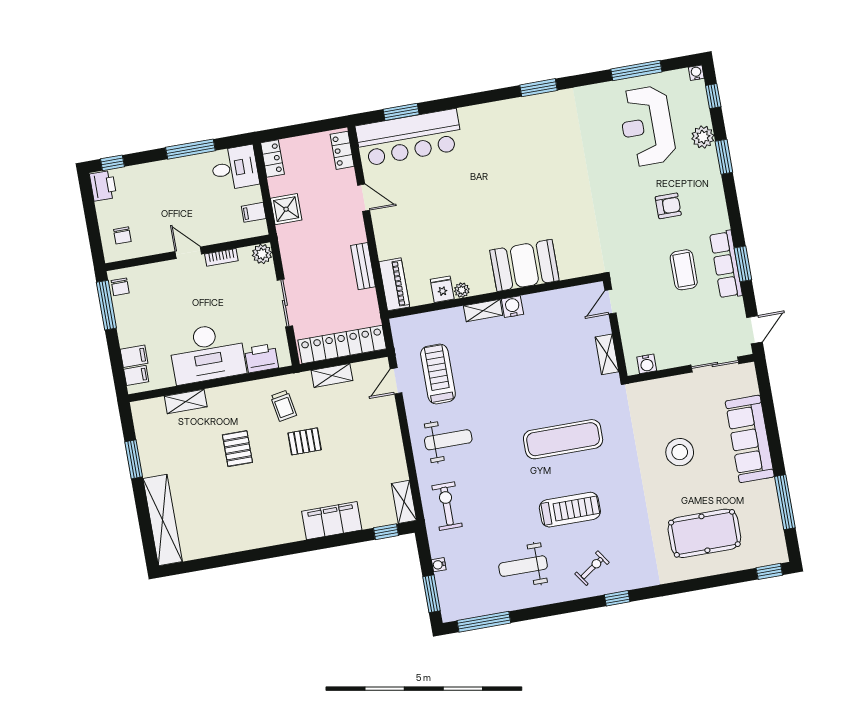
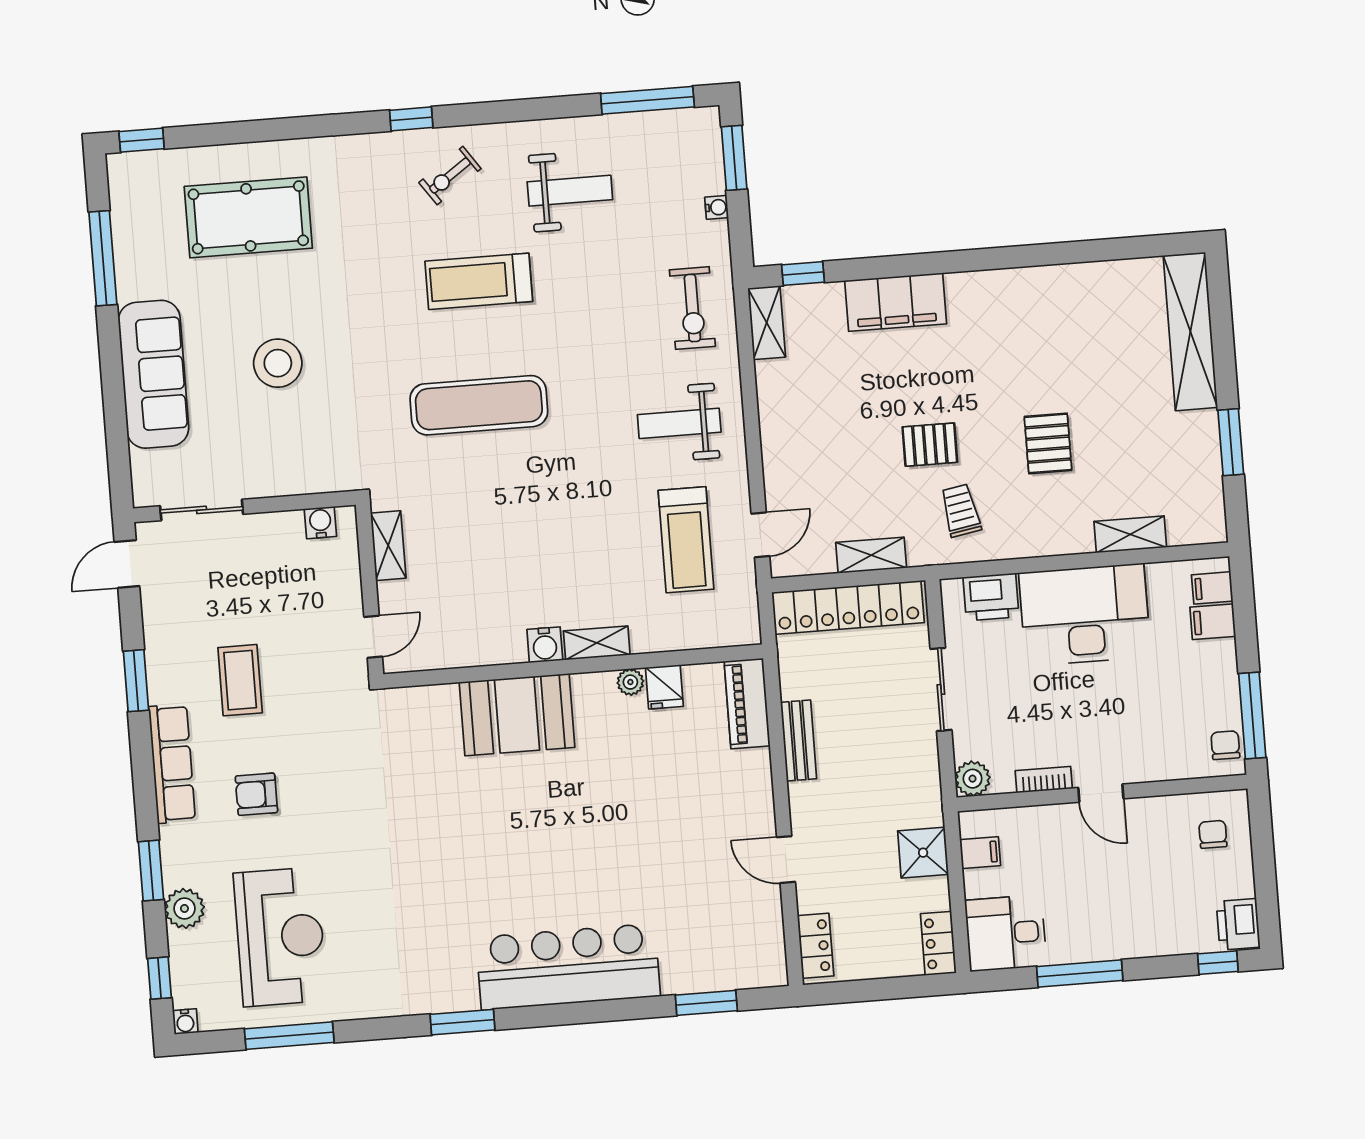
bar counter: (409, 138) -> (568, 967), moved
row of seats: (726, 265) -> (172, 764), moved

